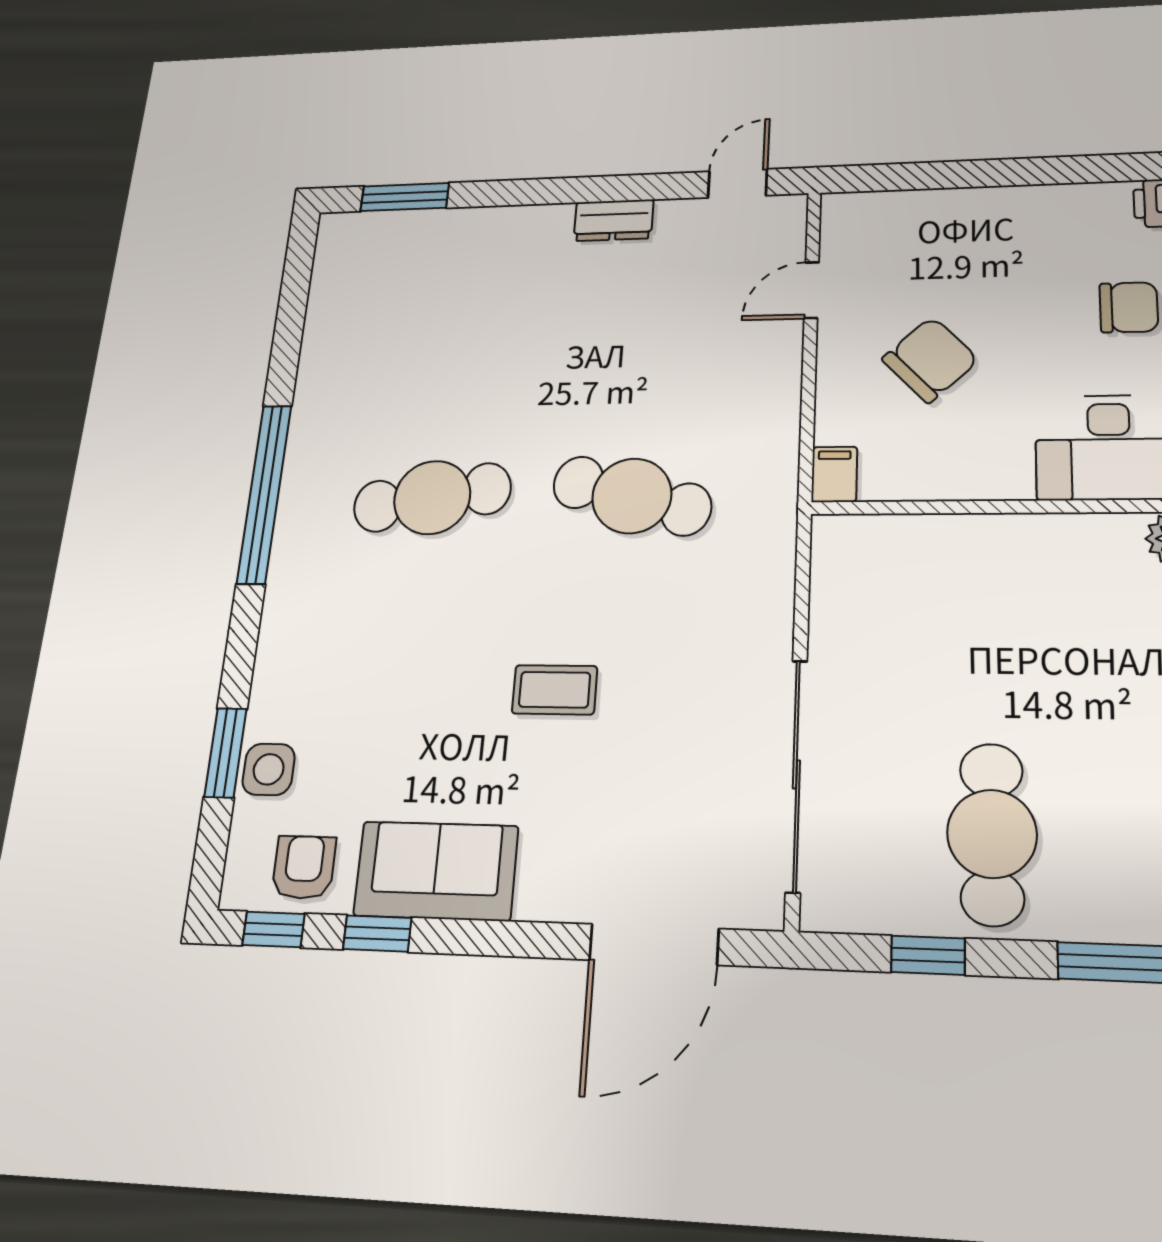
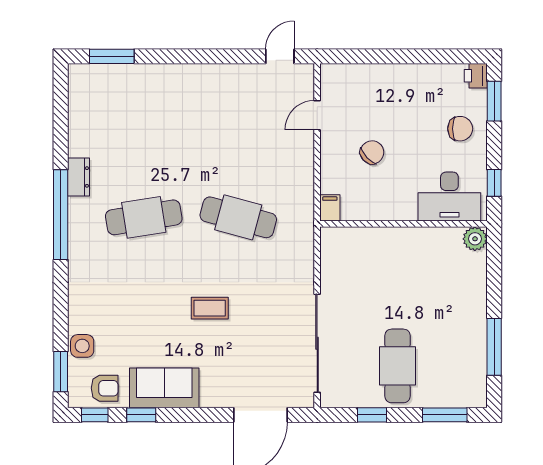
dresser: (614, 220) -> (78, 177), moved, turned -90
chair: (930, 359) -> (372, 152), width x0.73, depth x0.73
window: (225, 753) -> (61, 372), moved
armchair: (304, 867) -> (105, 388), turned 90

